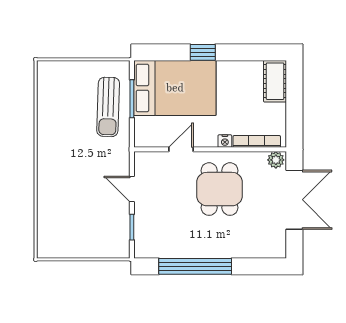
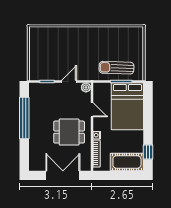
window: (203, 52) -> (148, 152), moved
cot: (275, 81) -> (127, 162), width x1.37, depth x1.34
plant: (276, 160) -> (86, 87), moved
double door: (294, 200) -> (63, 175), swing flipped

